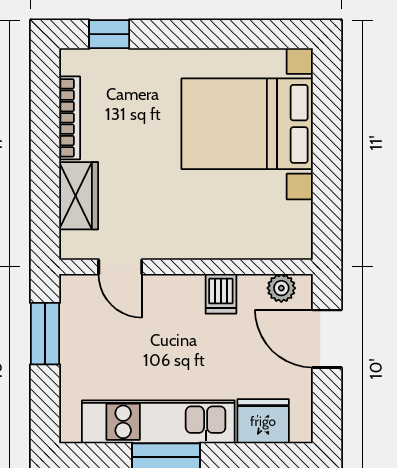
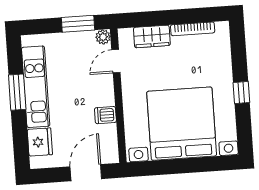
window: (109, 34) -> (241, 93), moved
bed with nightstands: (247, 124) -> (182, 124), width x1.36
plant: (281, 288) -> (103, 37), moved

